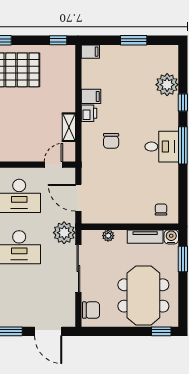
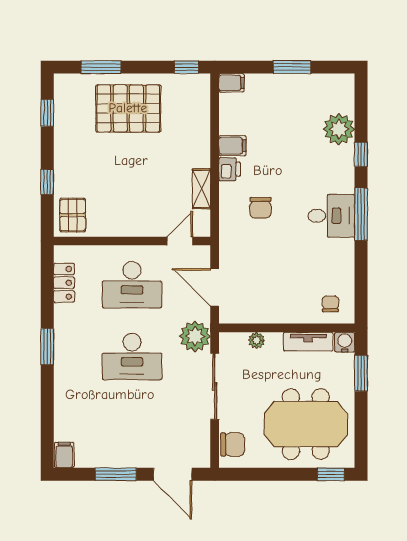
meeting table: (143, 295) -> (306, 424), turned 90

